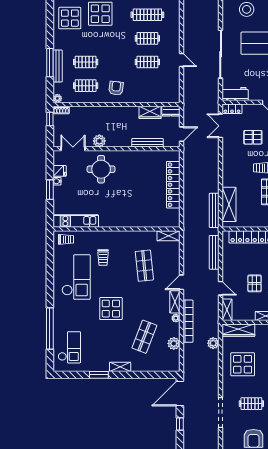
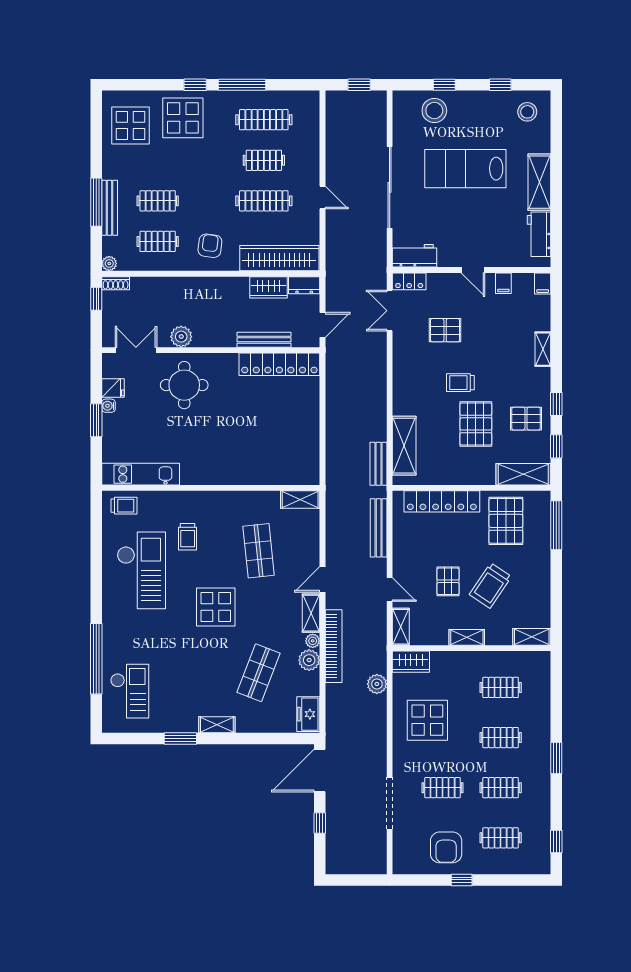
clothes rail: (147, 62) -> (264, 201), width x1.36
wardrobe: (156, 95) -> (279, 258), added
locker: (173, 185) -> (279, 364), moved, turned -90
bench: (214, 210) -> (379, 464), width x0.73
display table: (111, 309) -> (216, 607), moved
wardrobe: (238, 330) -> (411, 662), width x0.67
plant: (174, 343) -> (309, 660), moved
freezer: (173, 361) -> (308, 714), added

